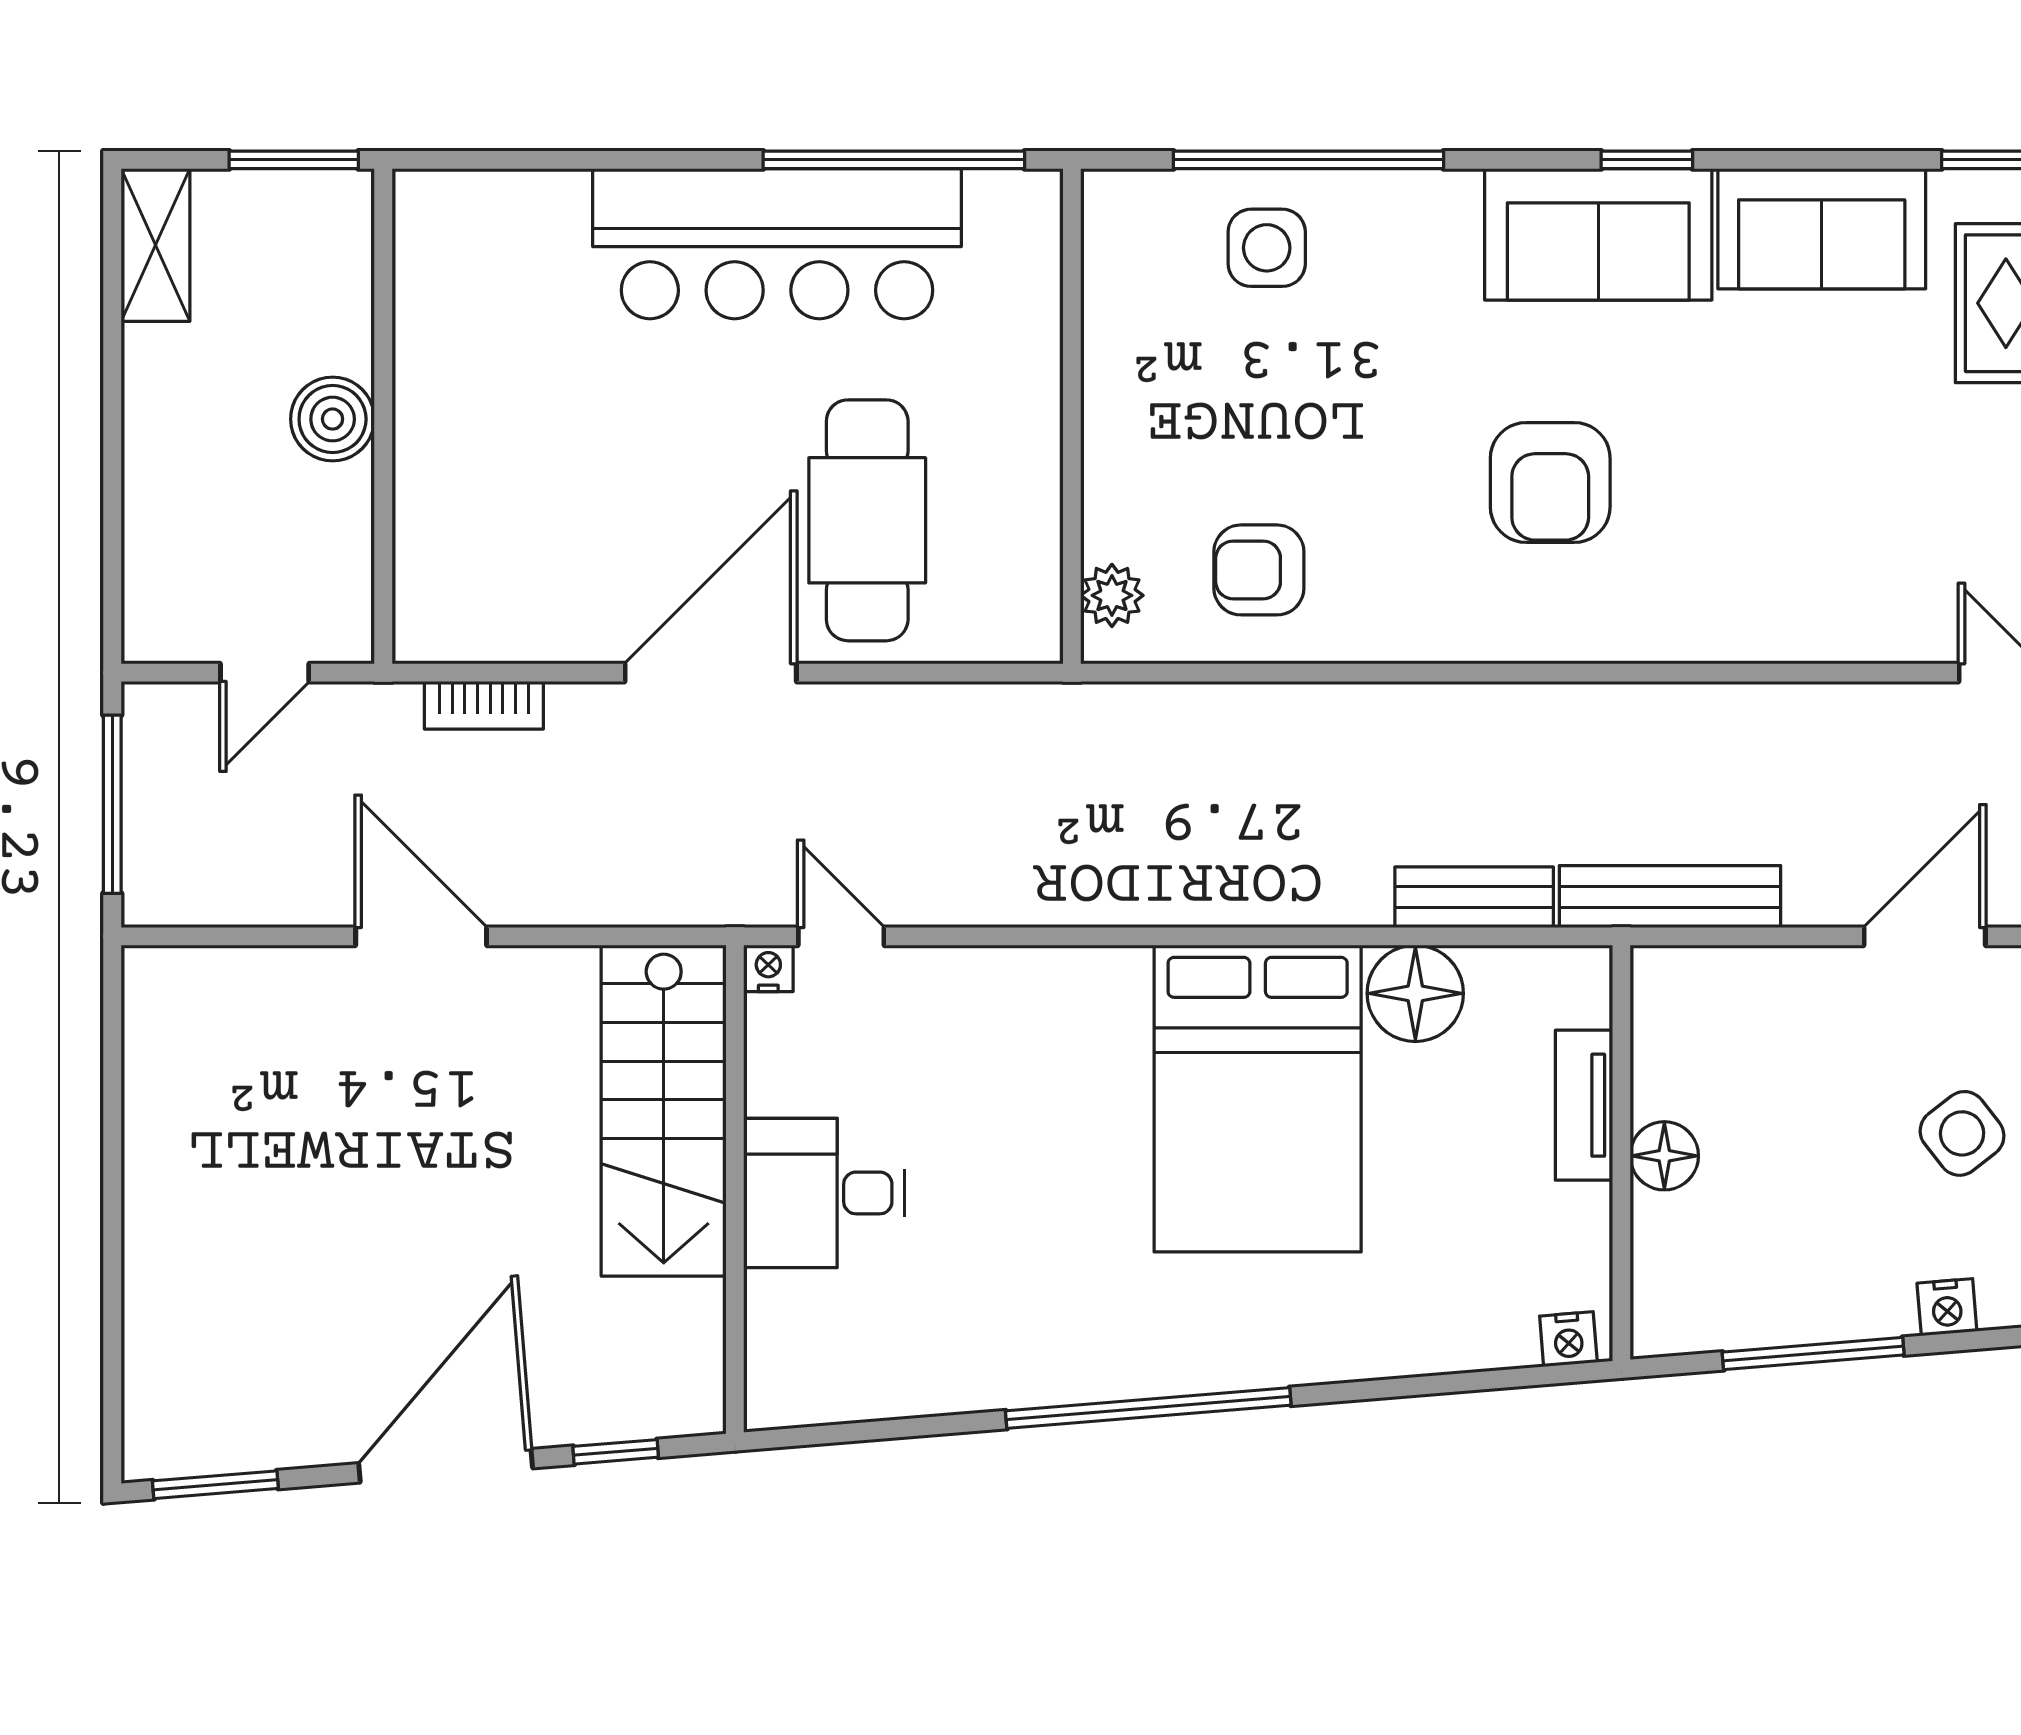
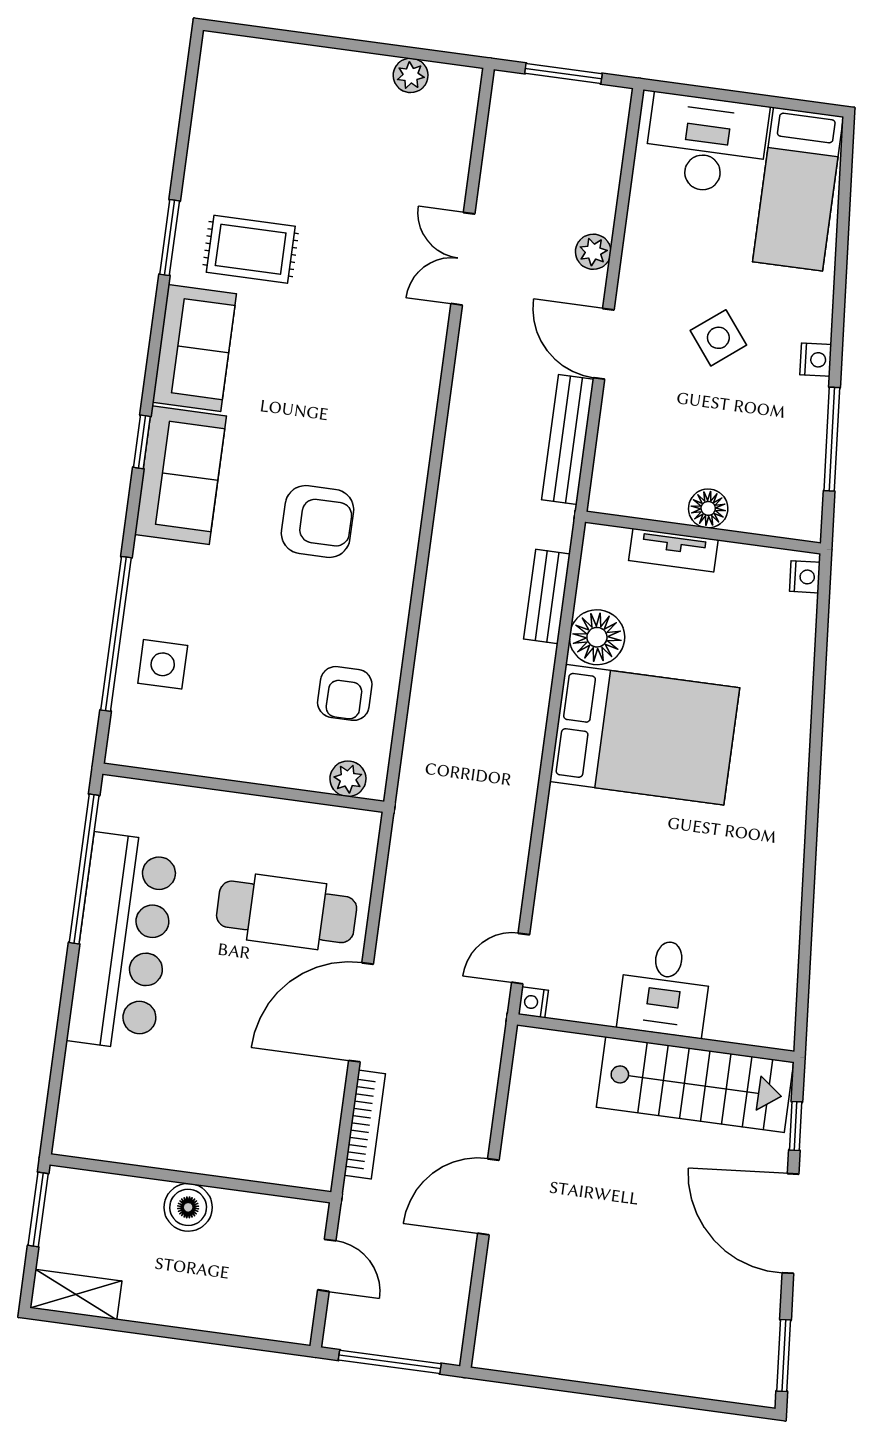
door: (711, 673) -> (361, 1012), hinge flipped
bookcase: (484, 705) -> (365, 1124), width x1.56
bench: (1670, 897) -> (568, 439), moved
stairs: (664, 1111) -> (695, 1085), moved
window: (1148, 1408) -> (812, 820), removed

